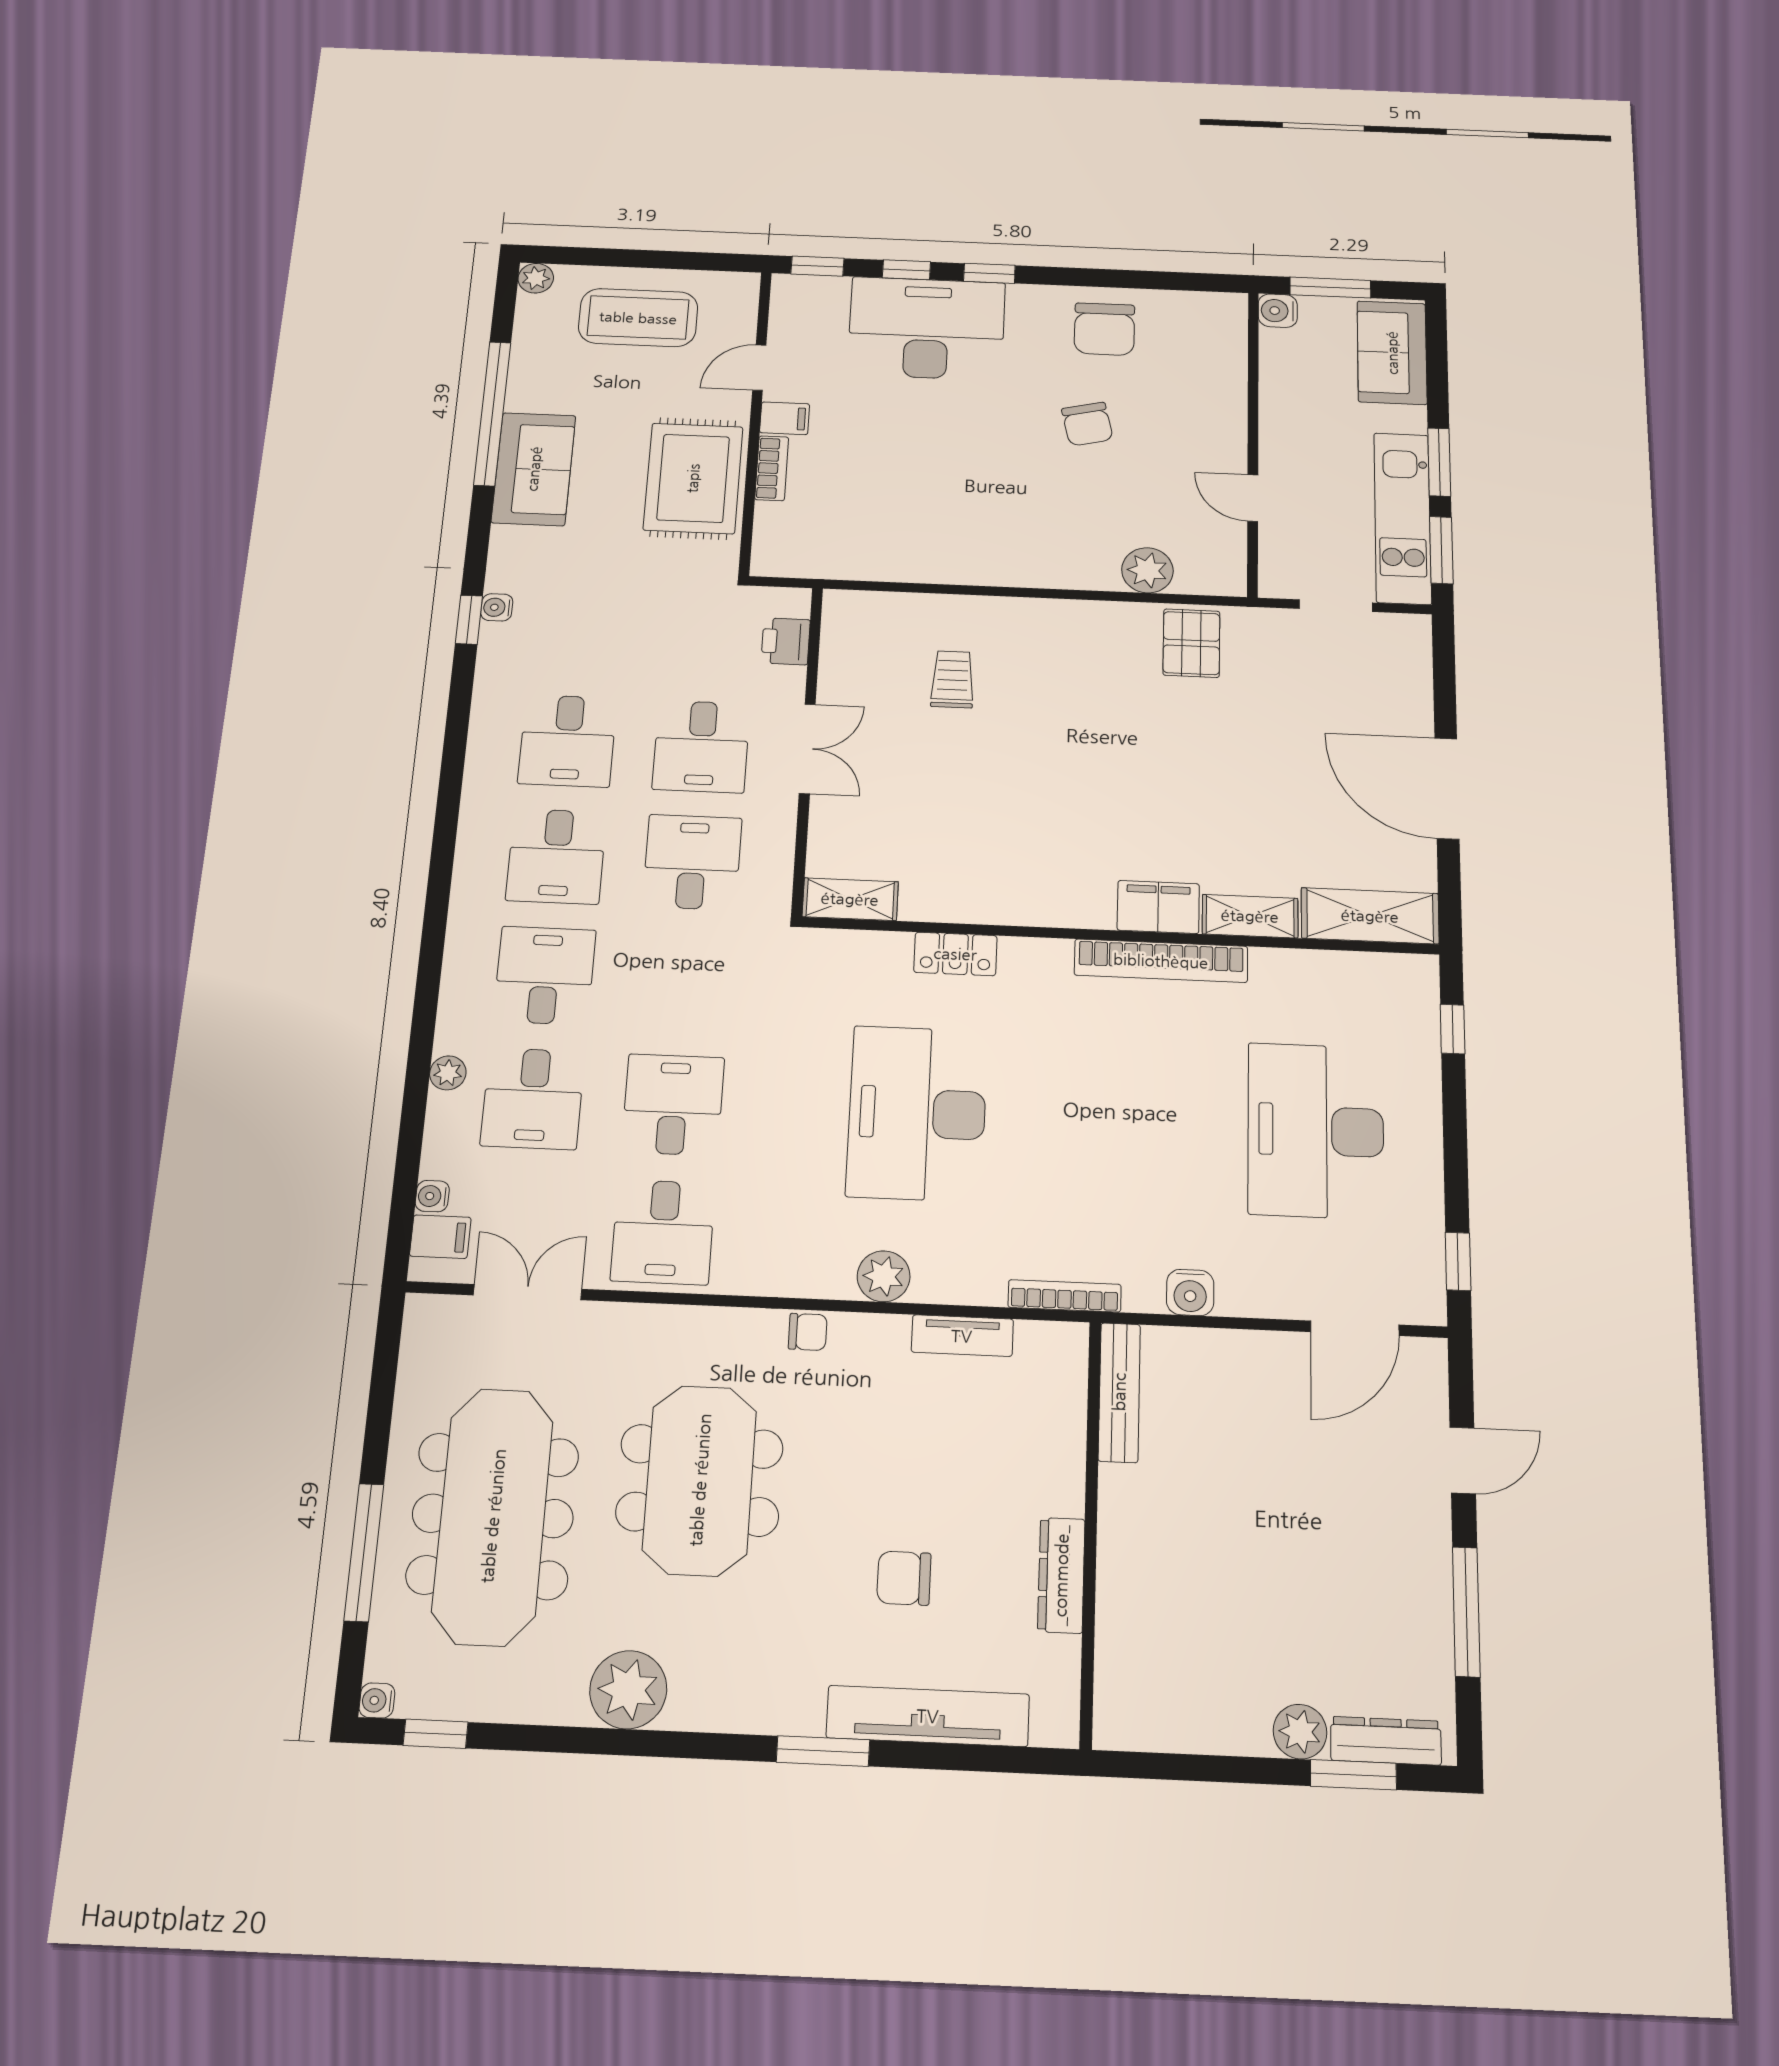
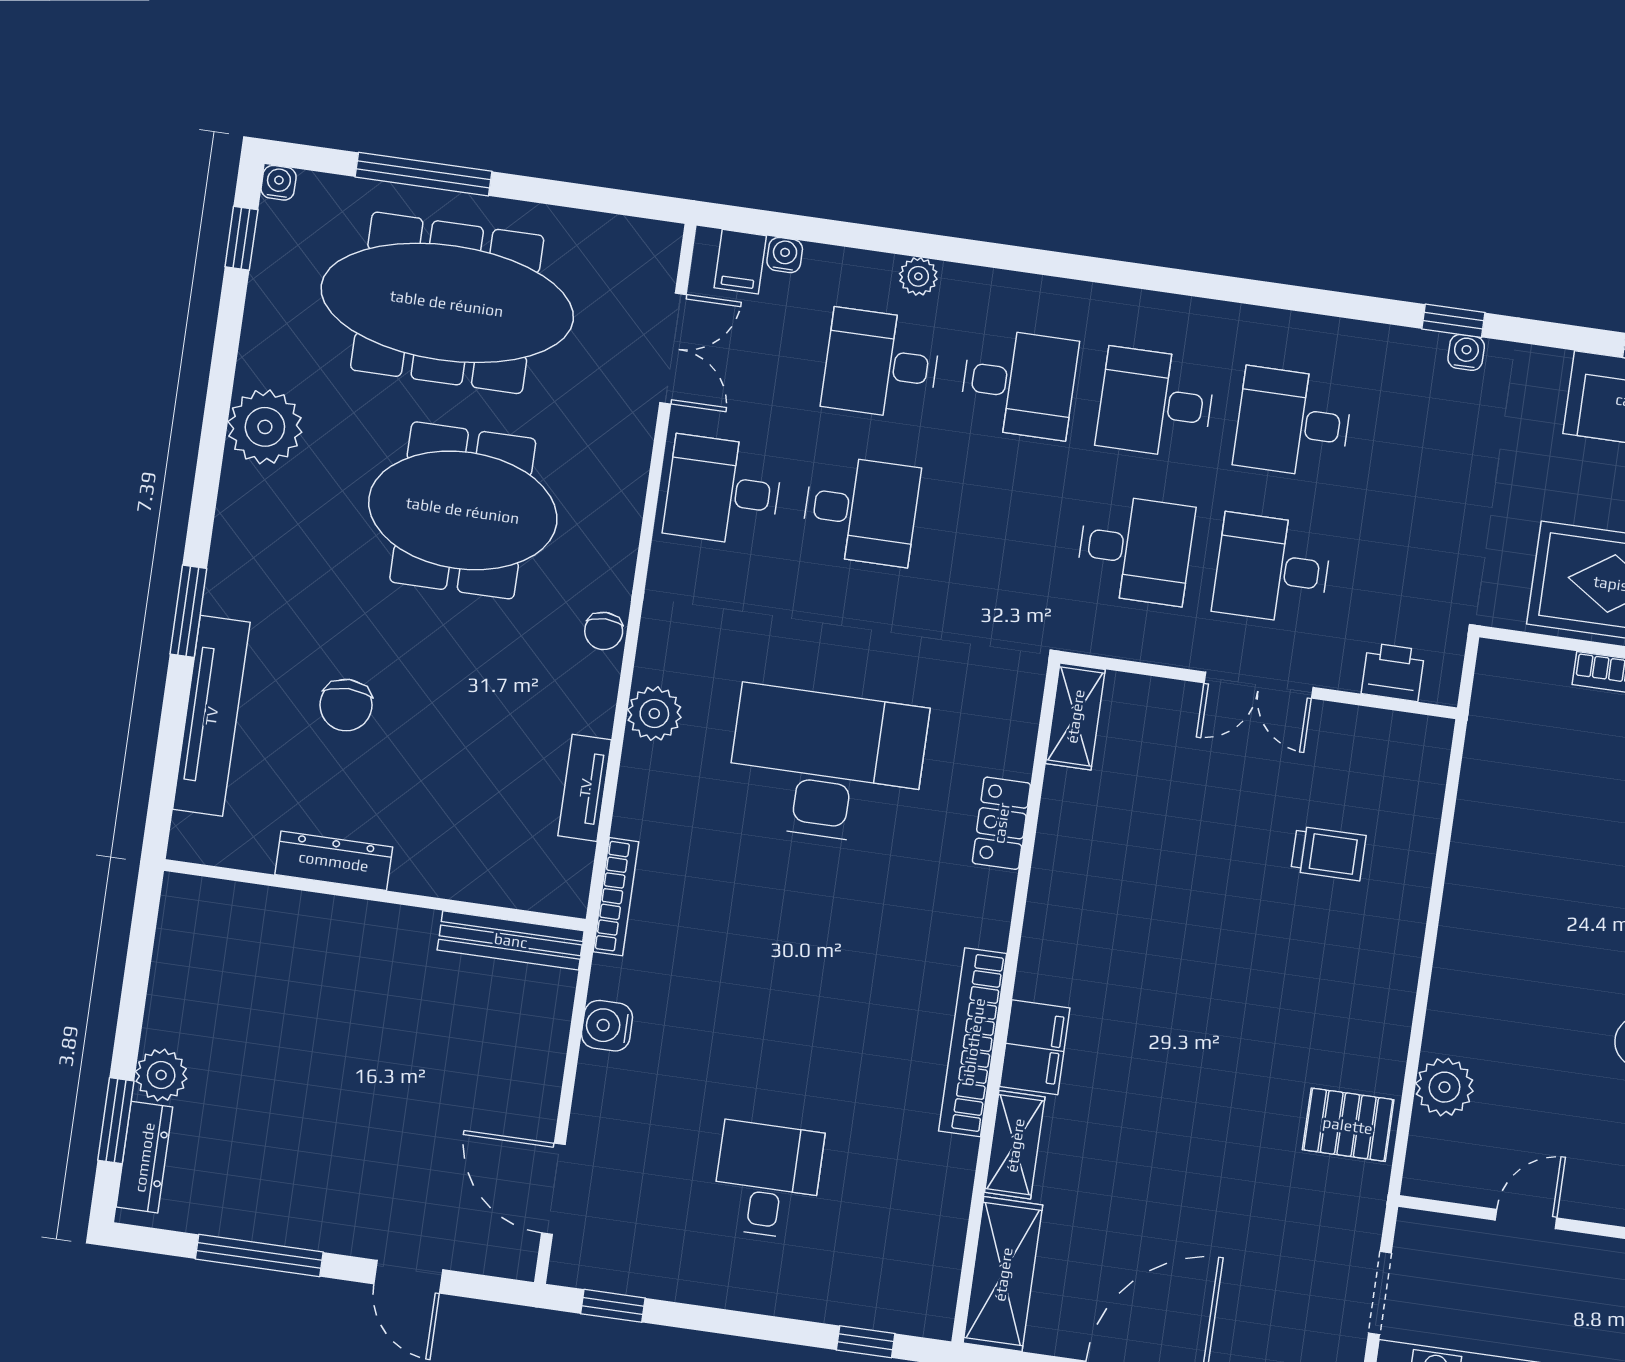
desk: (1316, 1131) -> (767, 1180), width x0.53, depth x0.77
chair: (904, 1578) -> (346, 705), turned 180

